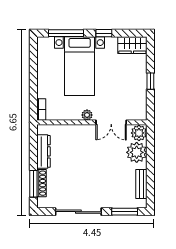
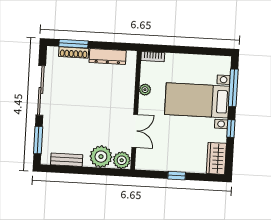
plant: (87, 115) -> (145, 90), moved
double door: (111, 122) -> (135, 131), swing flipped

